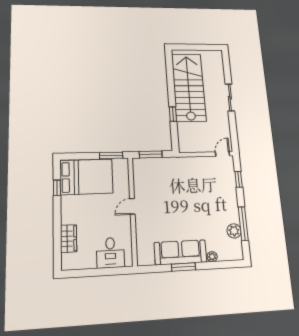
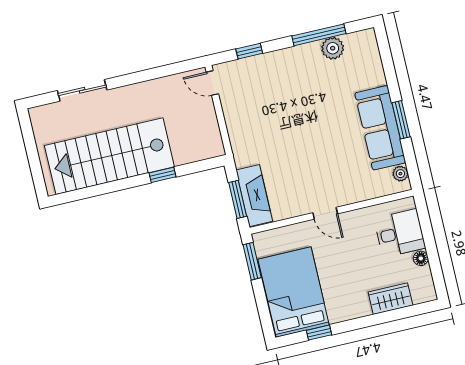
sliding door: (230, 98) -> (82, 90), moved
fireplace: (151, 165) -> (254, 196), added
plant: (212, 257) -> (400, 174), moved
floor lamp: (91, 264) -> (421, 258), added

